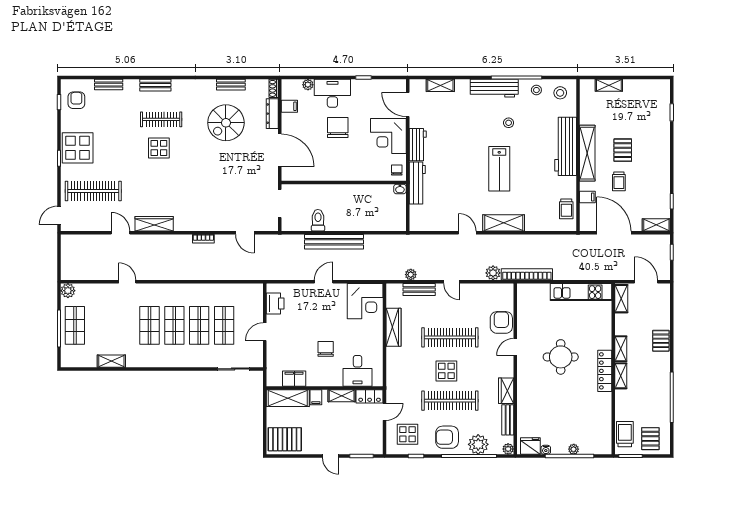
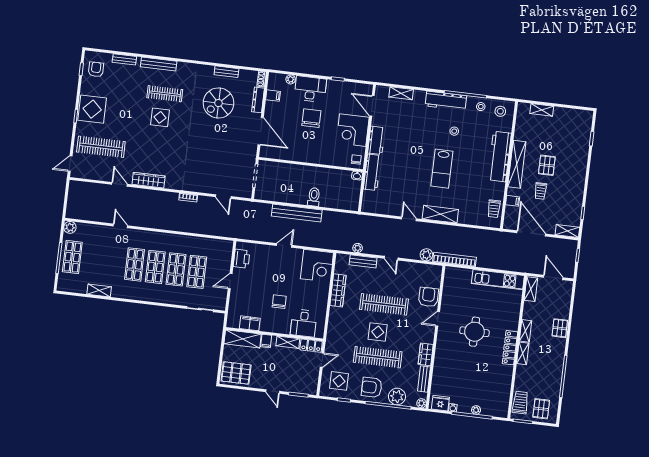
bench: (155, 85) -> (159, 64), width x1.36
toilet: (318, 220) -> (314, 197), moved

